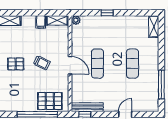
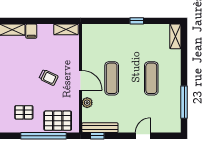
window: (107, 13) -> (137, 21), moved
plant: (76, 20) -> (87, 103), moved
filing cabinet: (41, 22) -> (31, 31), moved
pallet: (16, 64) -> (24, 112), moved

